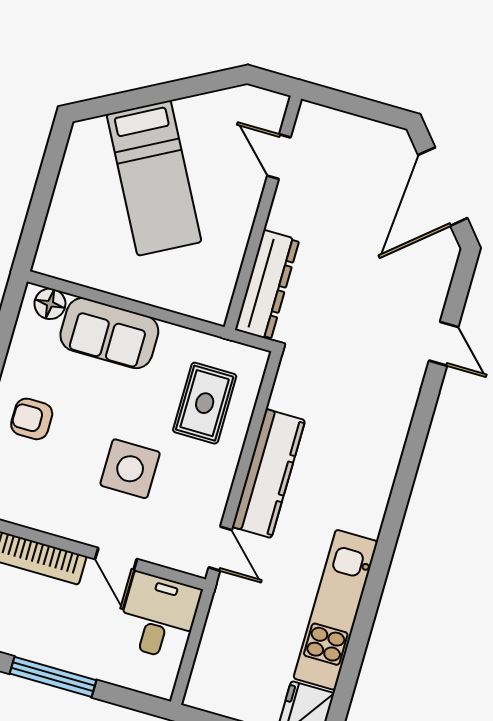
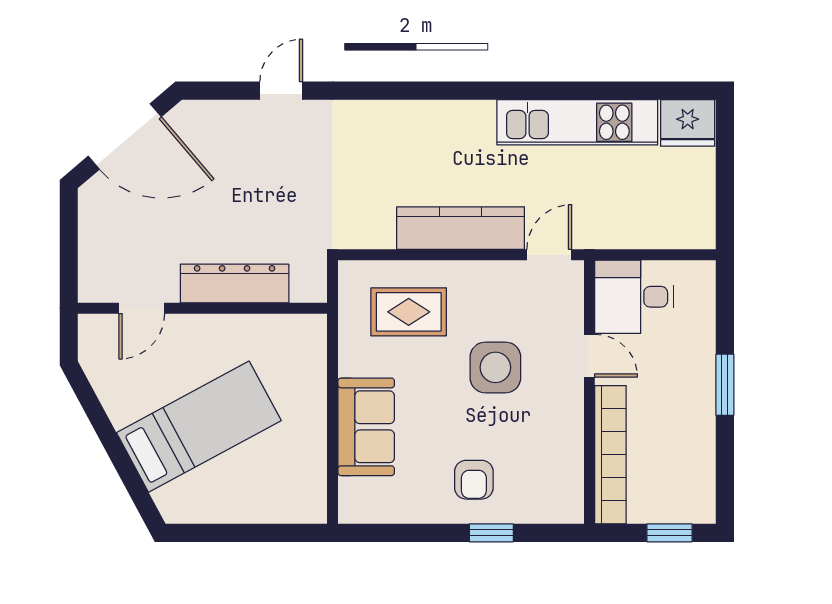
dresser: (267, 285) -> (235, 283), moved
floor lamp: (50, 304) -> (354, 494), removed
door: (116, 559) -> (589, 356), hinge flipped
window: (53, 677) -> (725, 385), width x0.69

